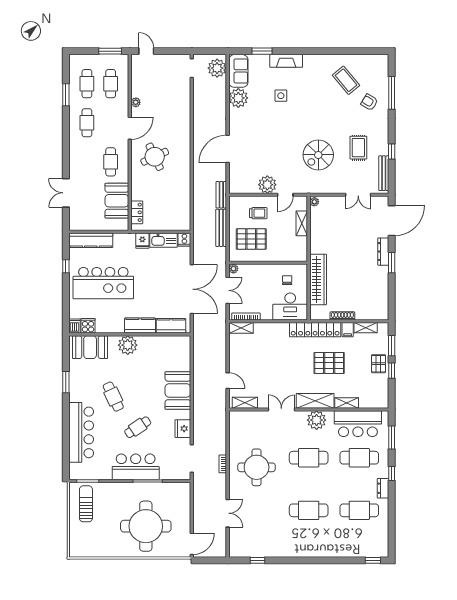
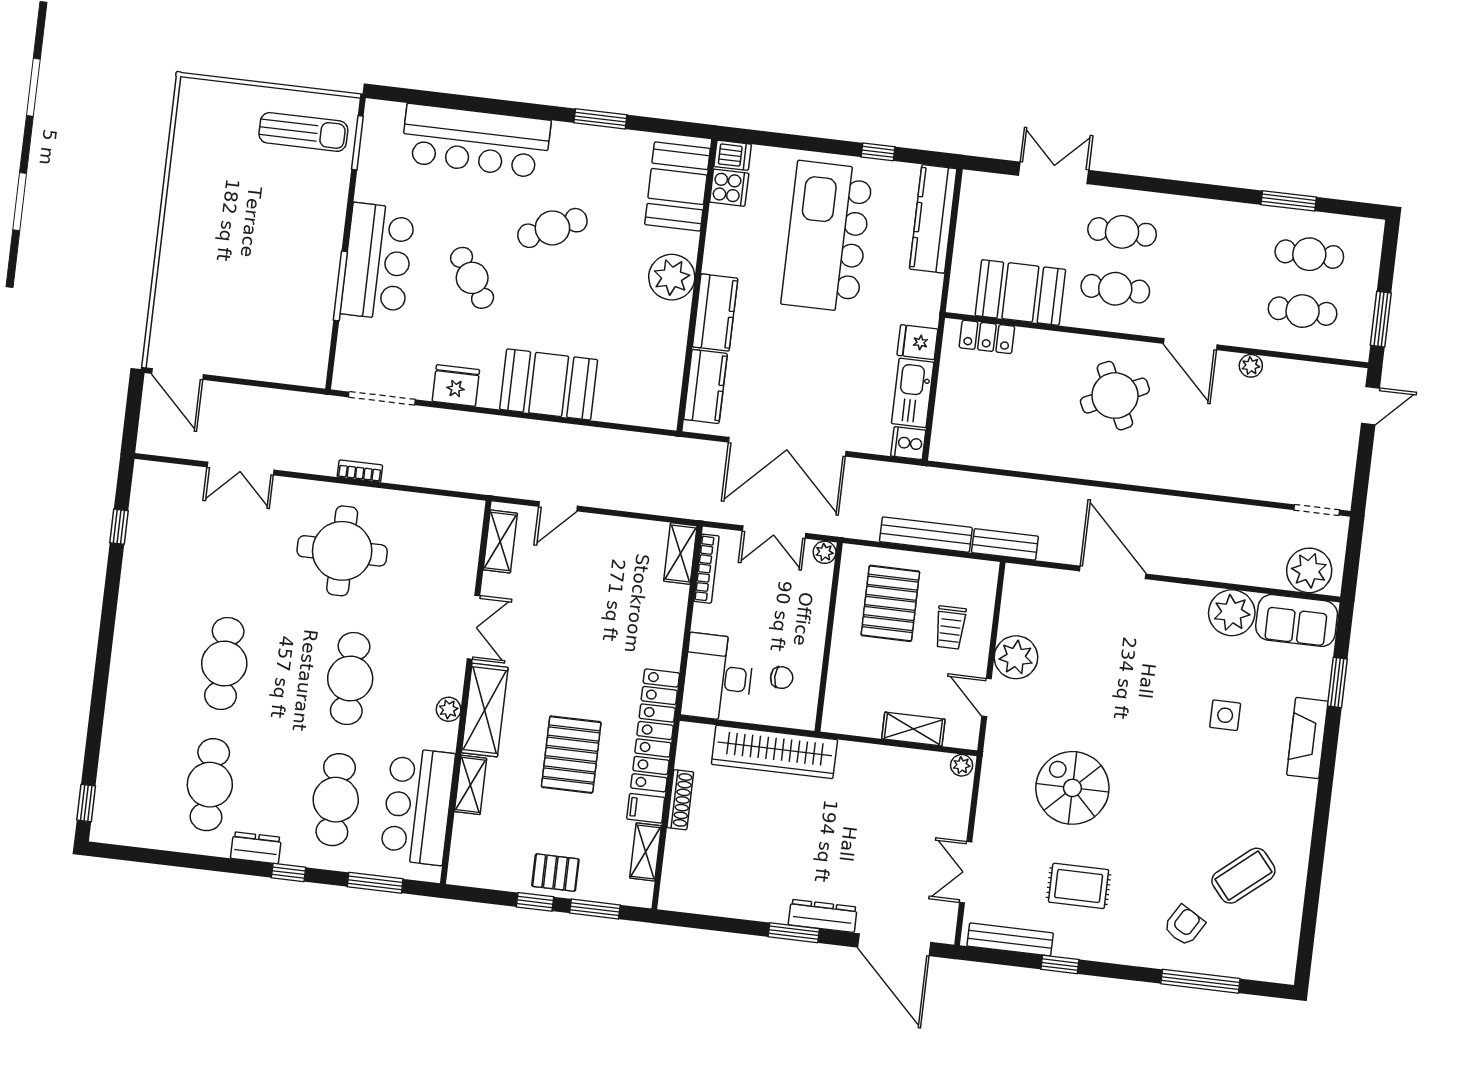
cafe table: (87, 123) -> (1122, 232), moved
plant: (317, 420) -> (449, 709), width x0.53, depth x0.53
round table: (146, 526) -> (233, 269), removed

